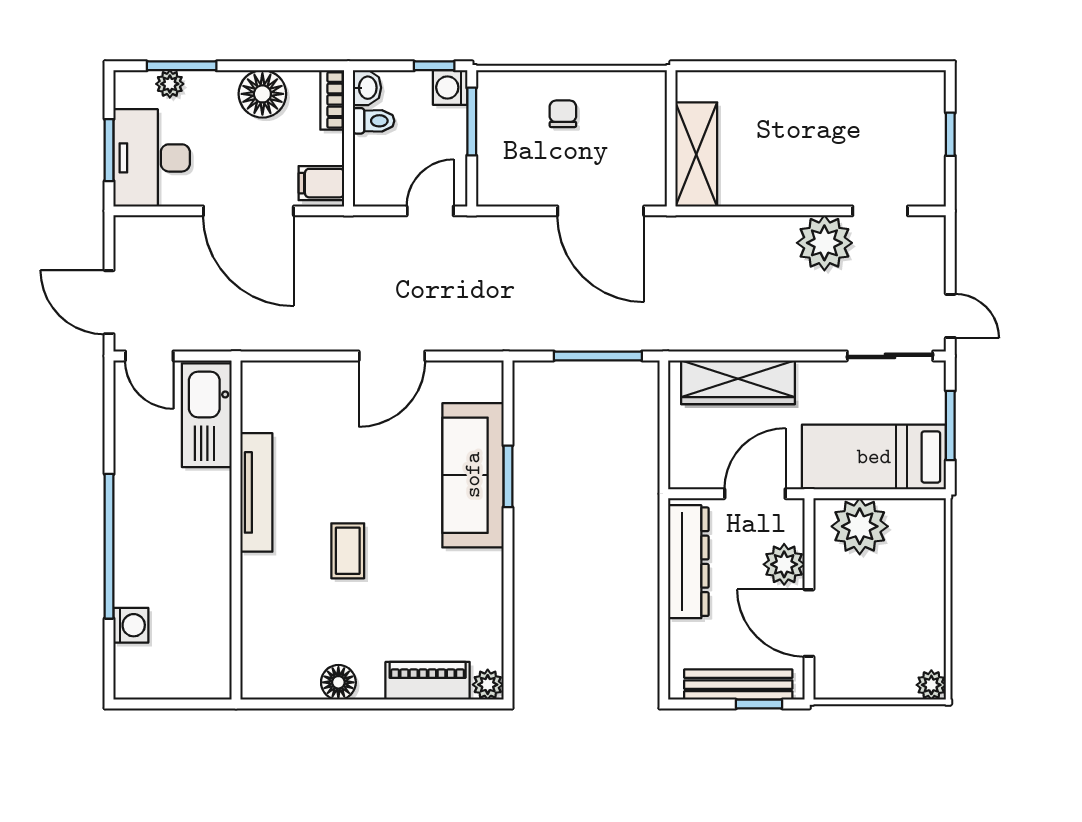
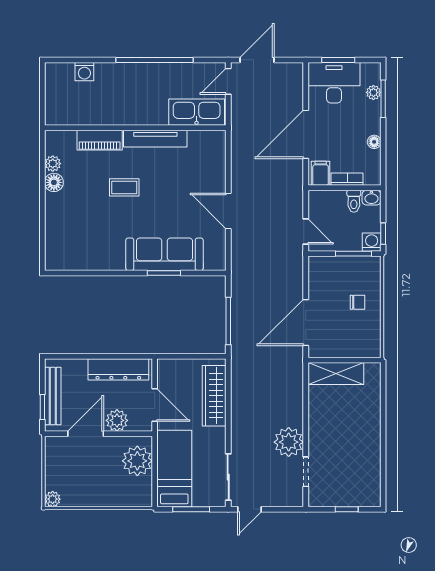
floor lamp: (262, 94) -> (374, 142), width x0.53, depth x0.53
bookcase: (332, 100) -> (347, 179), moved
window: (109, 546) -> (155, 60), moved
piano: (428, 681) -> (100, 140), moved, turned 90
plant: (488, 685) -> (53, 164), moved

